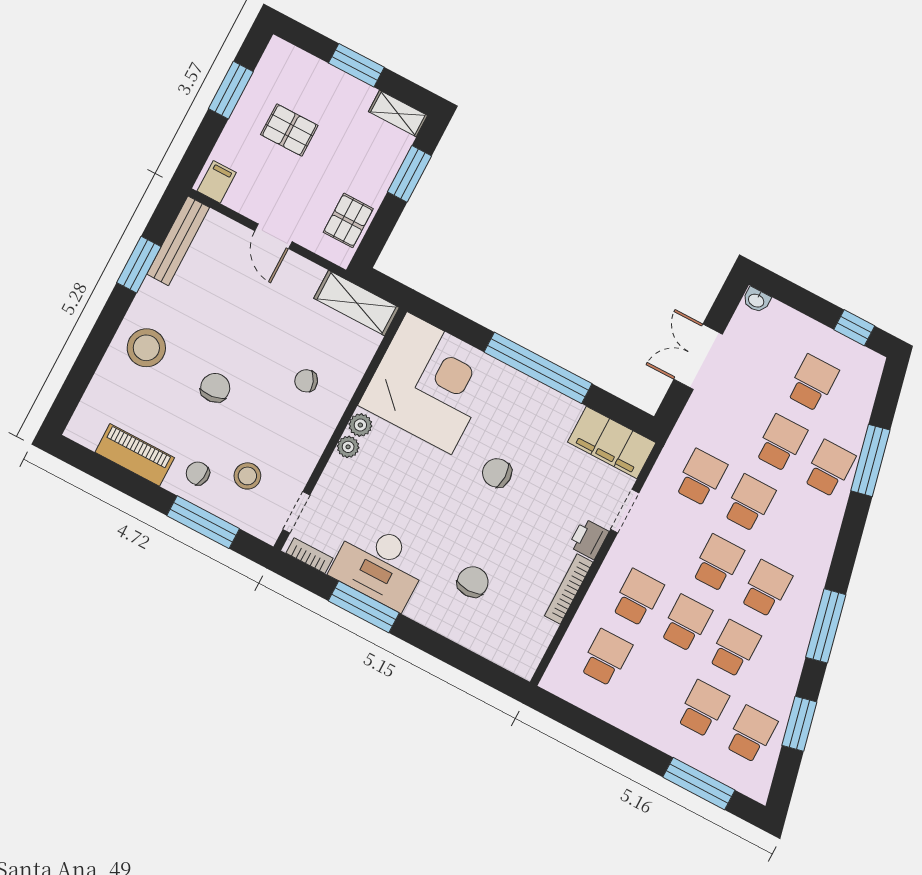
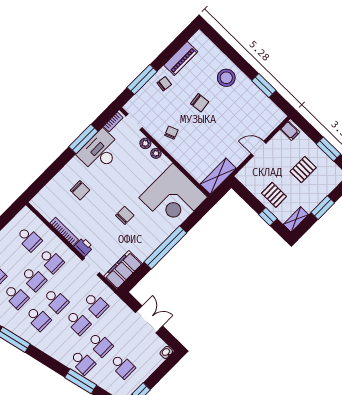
window: (410, 174) -> (268, 217), width x0.67
pallet: (348, 220) -> (274, 195), moved
bench: (178, 241) -> (269, 106), removed
chair: (306, 381) -> (171, 133), moved
plant: (360, 425) -> (145, 143), moved
stool: (247, 476) -> (157, 105), removed

